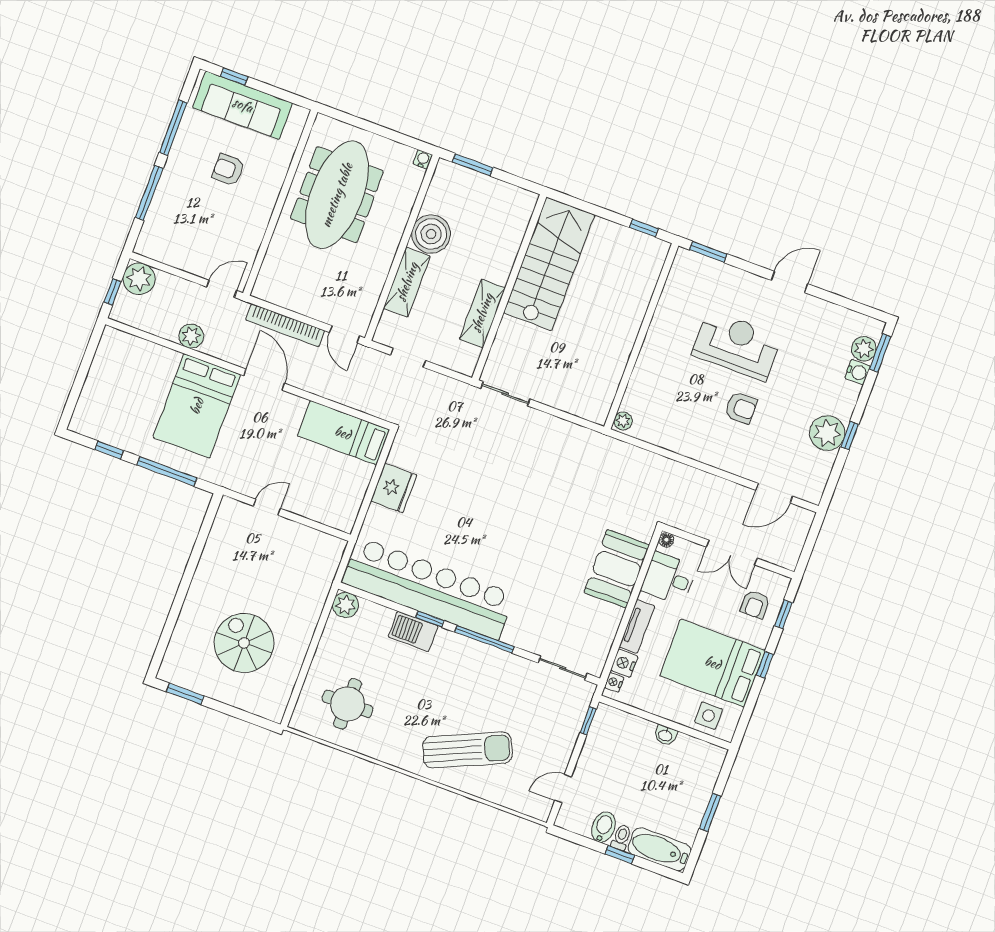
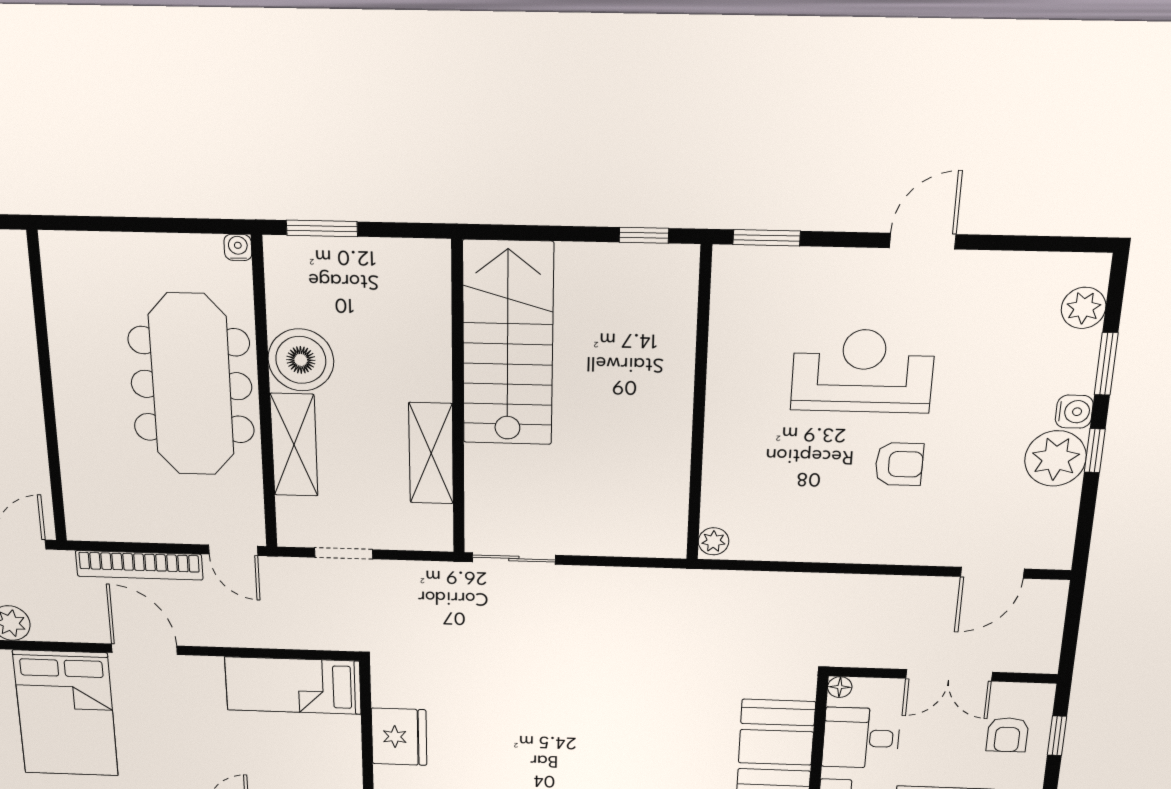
meeting table: (337, 195) -> (191, 385), moved
window: (880, 353) -> (1106, 364), moved
water cooler: (858, 372) -> (1074, 412), moved

